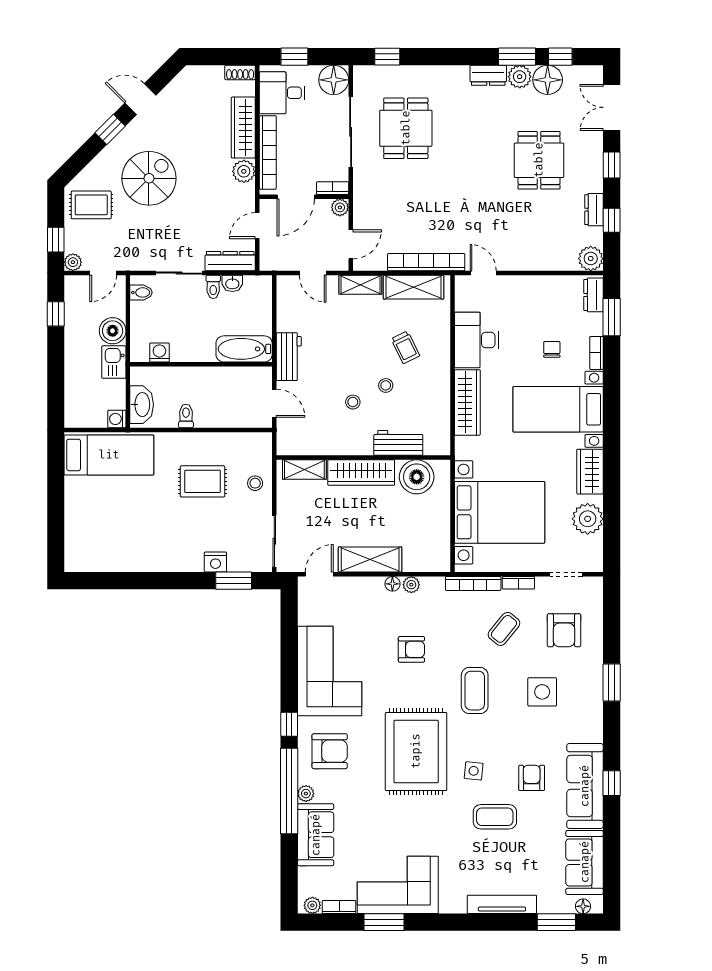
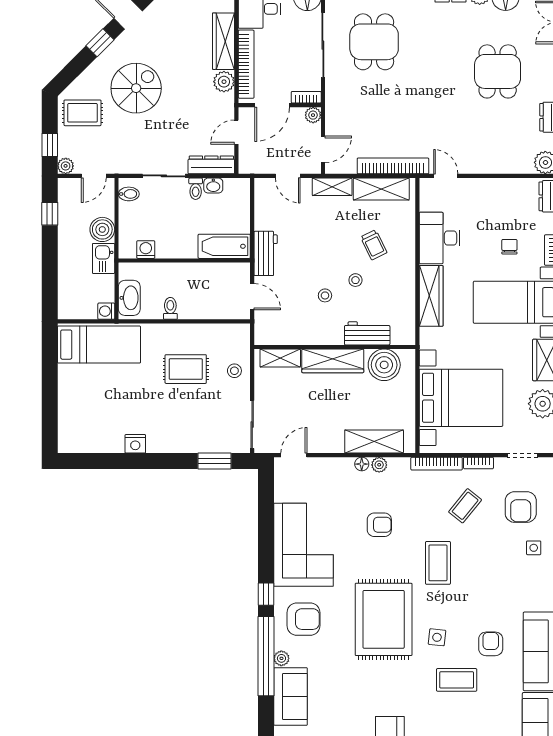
shelving: (370, 560) -> (374, 441), moved
nightstand: (215, 562) -> (135, 444), moved
side table: (542, 692) -> (534, 548), moved, width x0.54, depth x0.54

